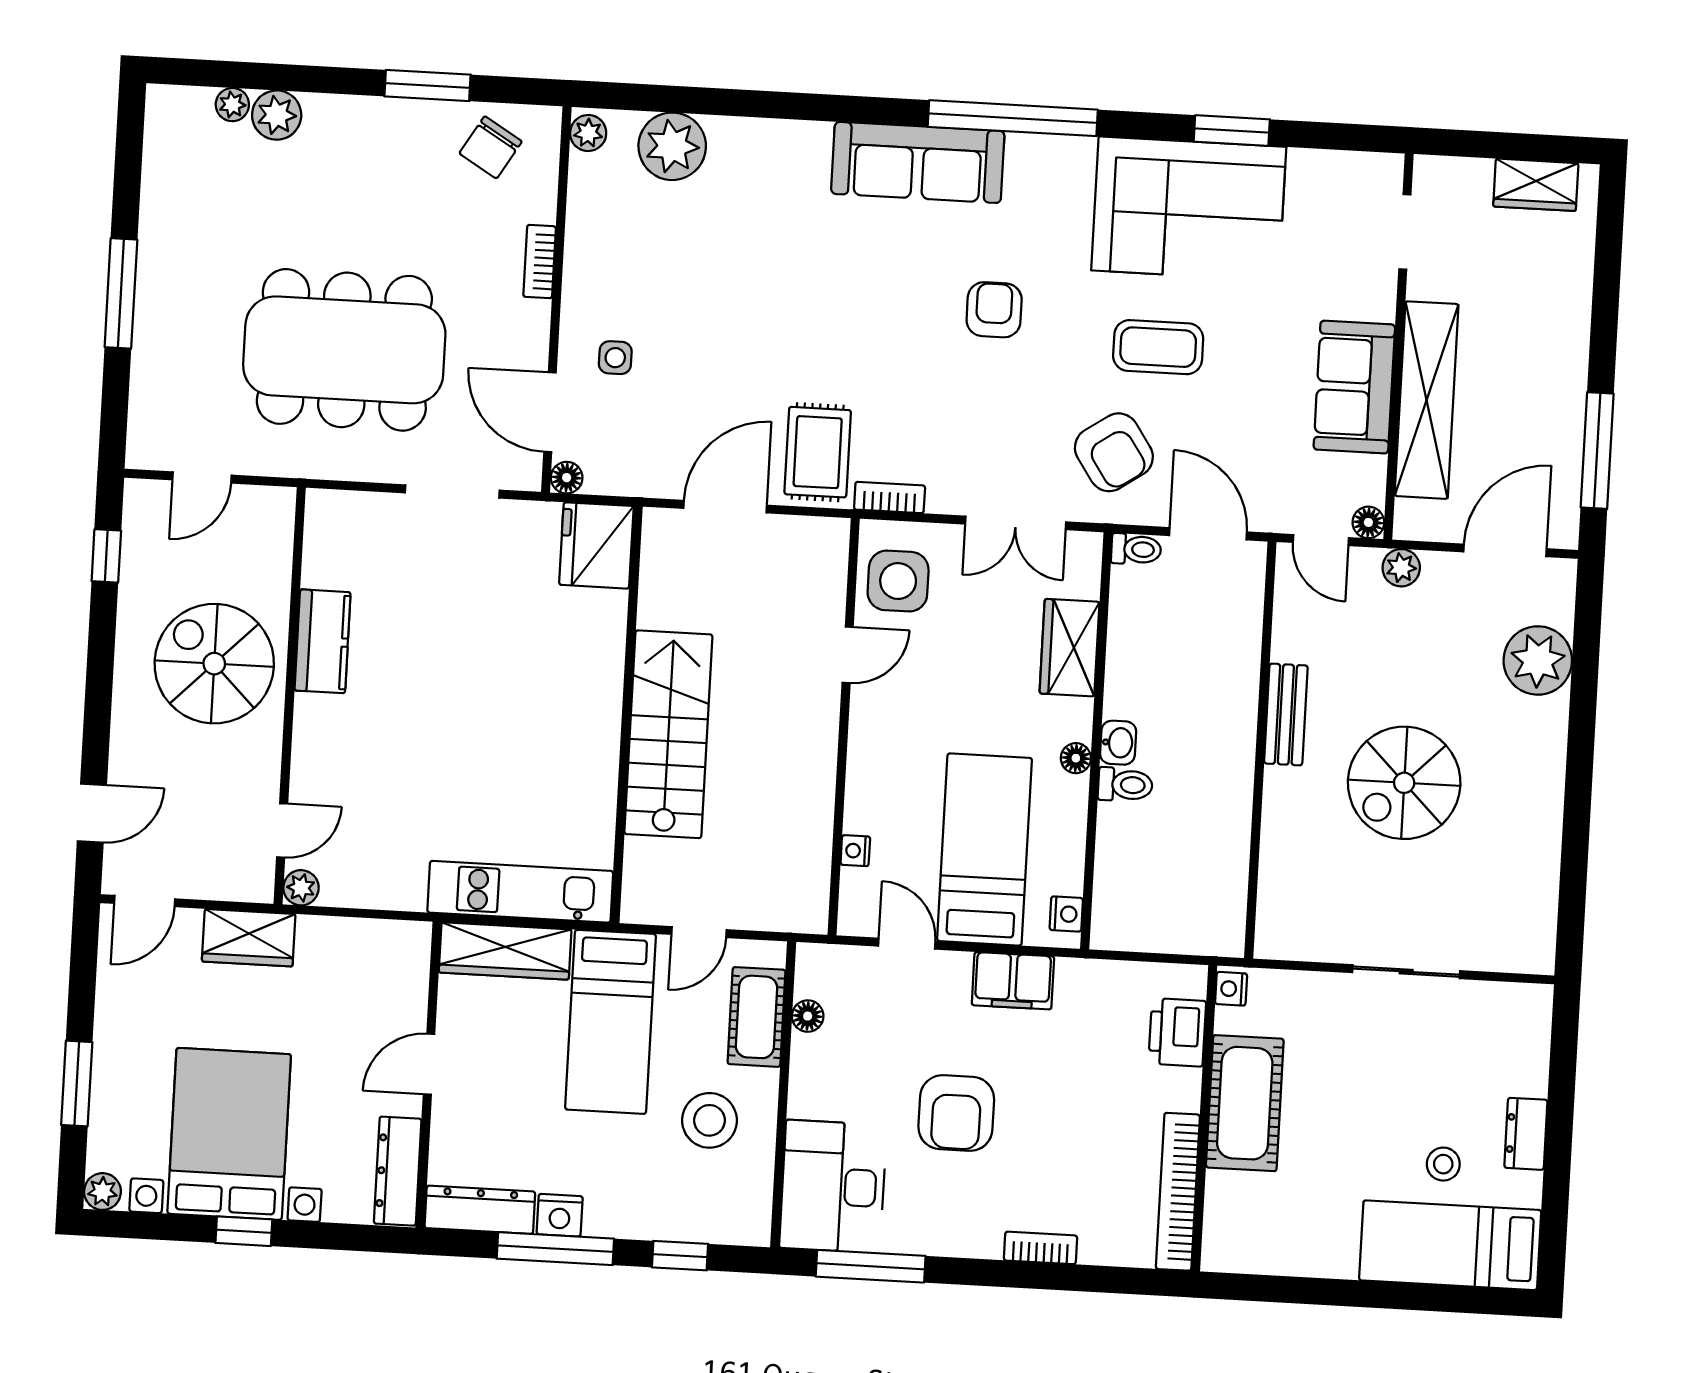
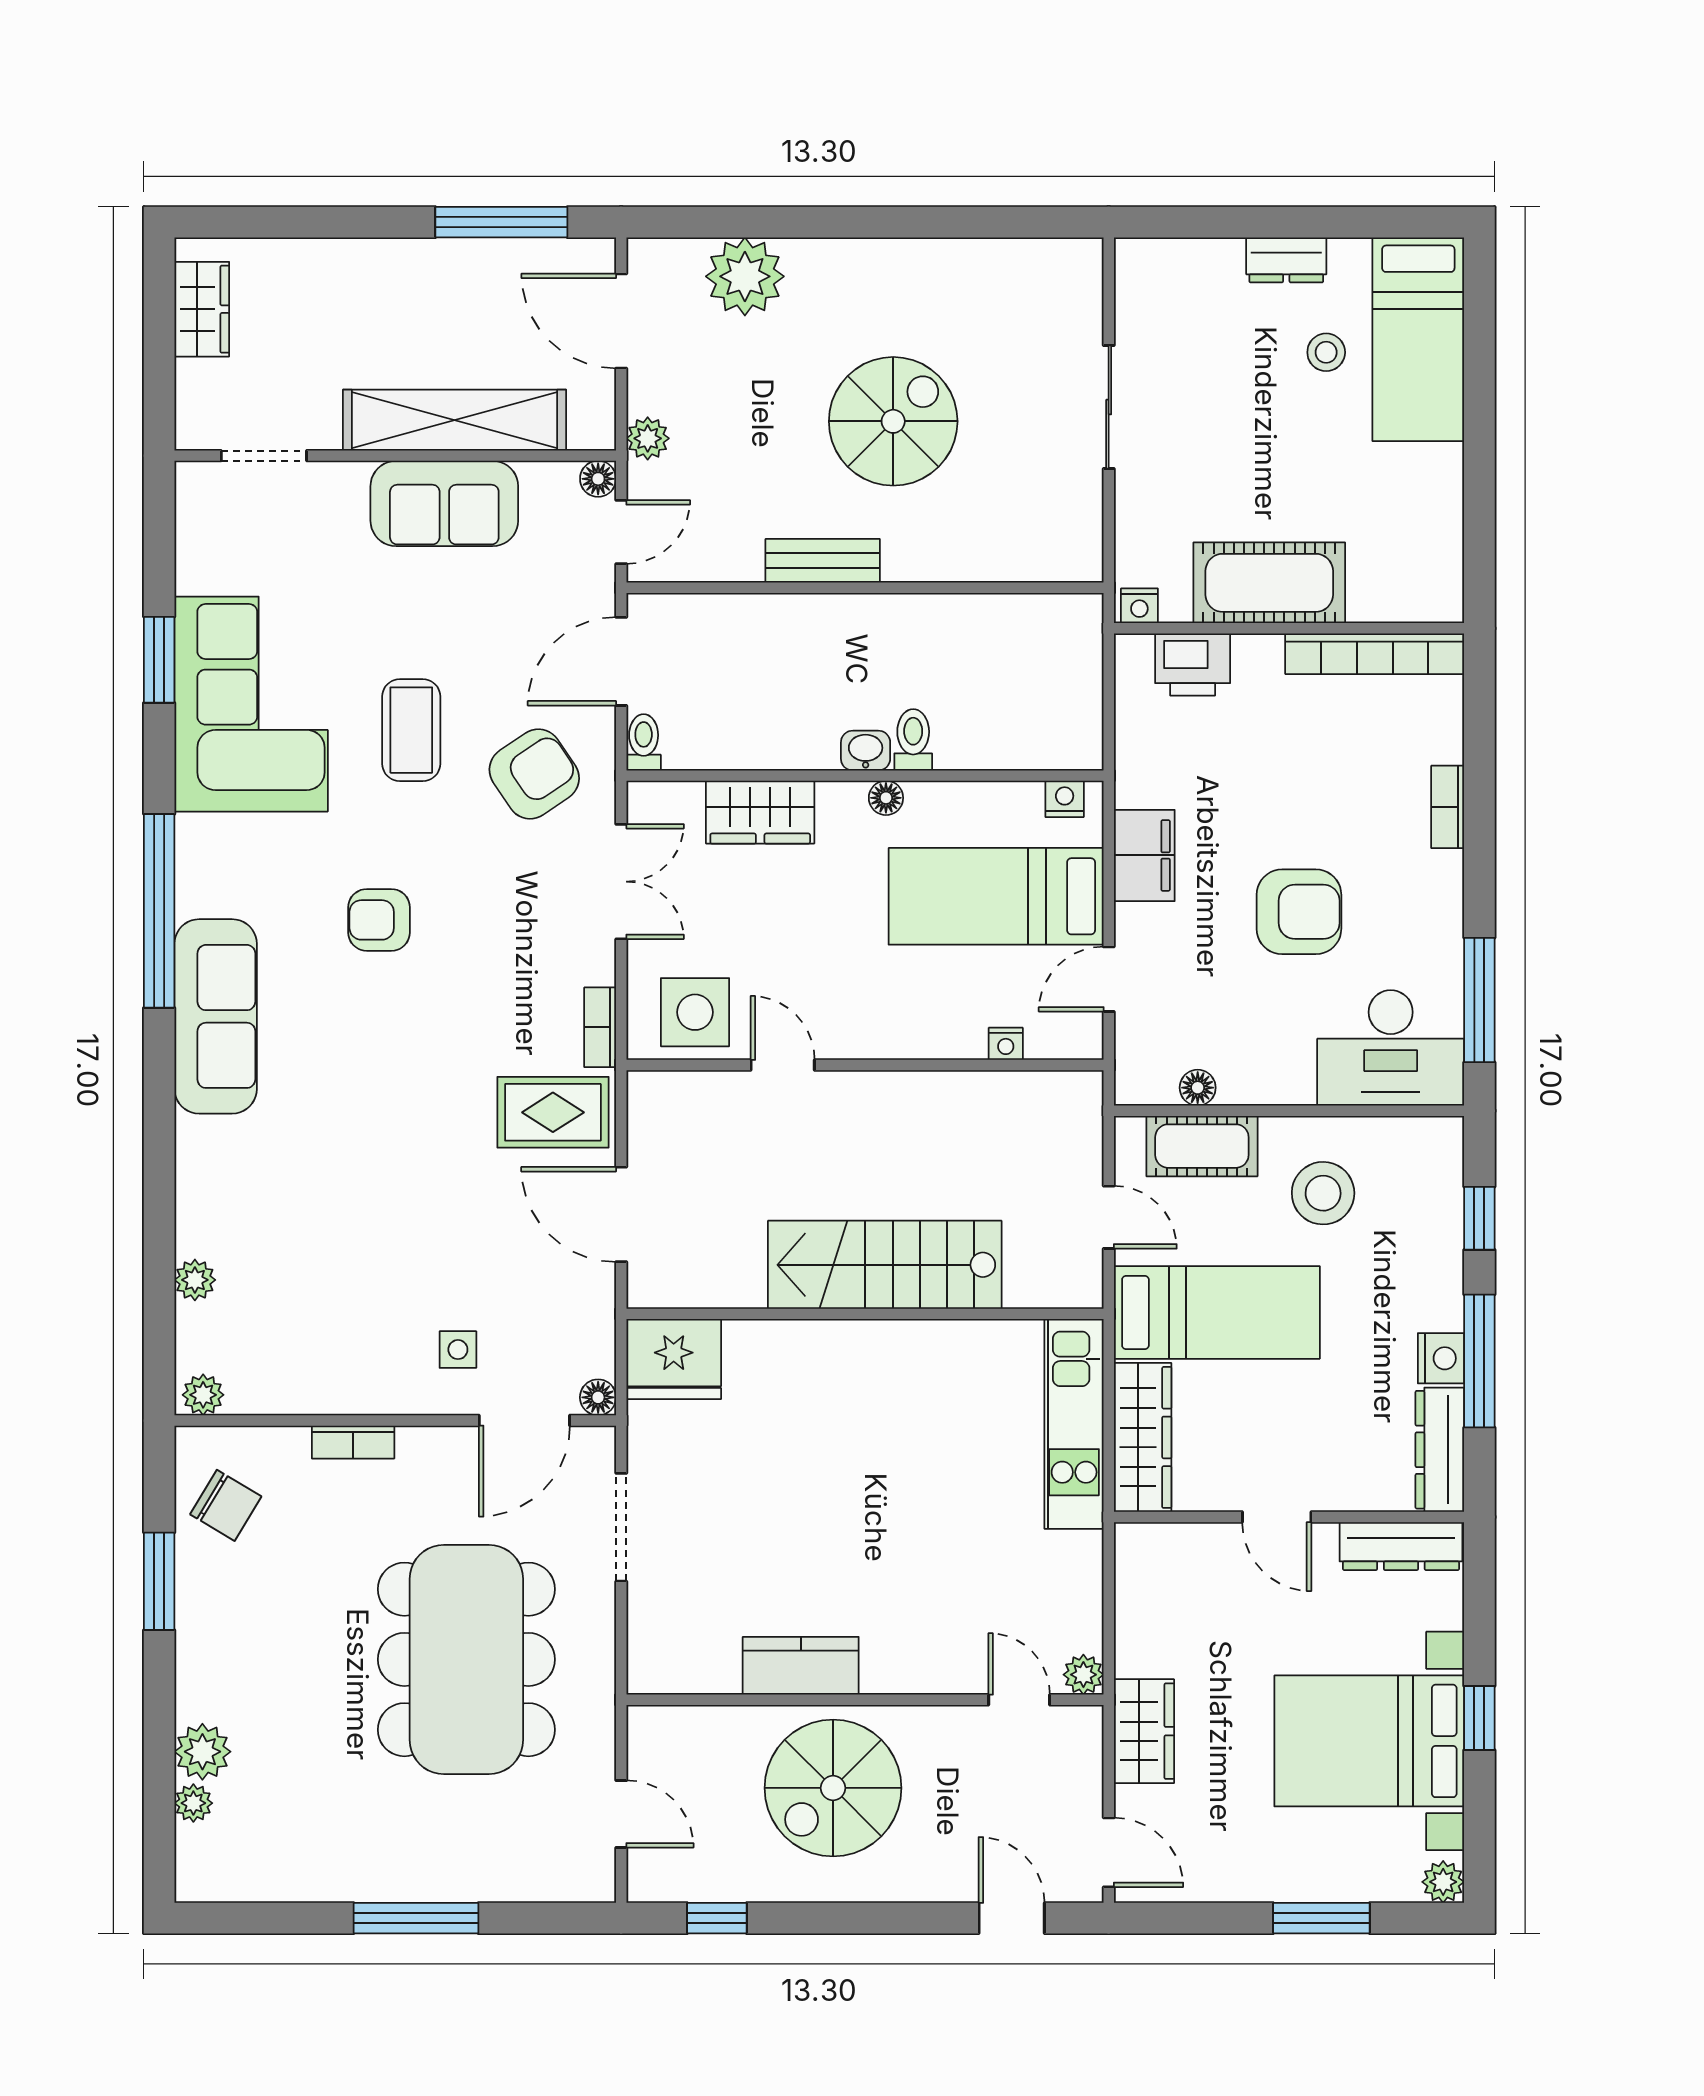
plant: (672, 146) -> (195, 1280), width x0.53, depth x0.53
spiral stairs: (1404, 783) -> (893, 421), turned -90

